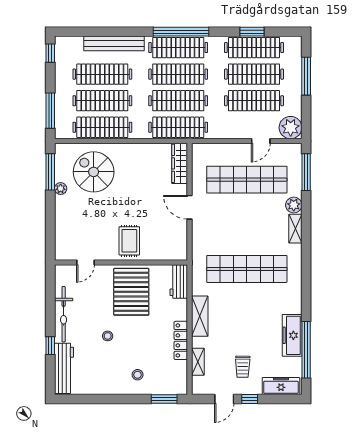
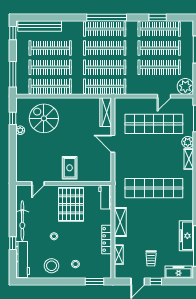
bench: (114, 43) -> (40, 26), moved
window: (50, 172) -> (13, 118), width x0.46
stool: (104, 377) -> (52, 266), added

